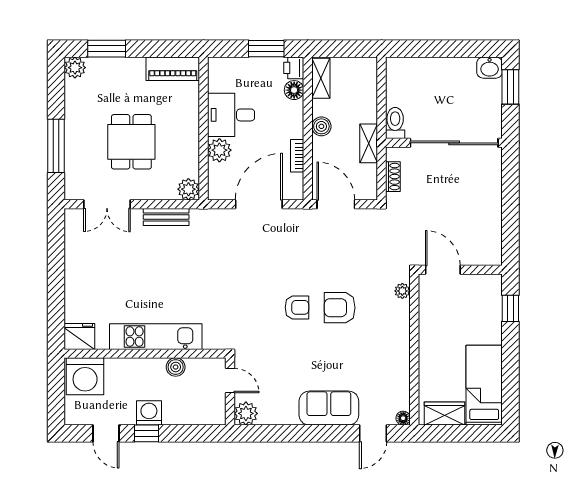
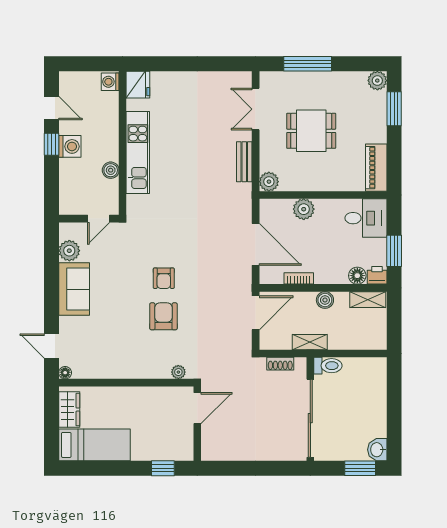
desk: (231, 115) -> (366, 218), moved, turned 90
washing machine: (85, 376) -> (110, 82), width x0.53, depth x0.53
sofa: (329, 408) -> (74, 289), moved
plant: (246, 413) -> (69, 251), moved
door: (106, 433) -> (52, 108), swing flipped

